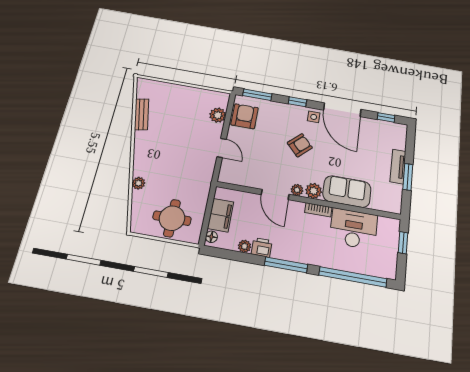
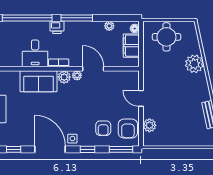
armchair: (300, 145) -> (103, 128), moved, turned -47
plant: (138, 183) -> (194, 64), width x1.88, depth x1.88
desk: (353, 229) -> (35, 53), width x0.73
printer: (262, 247) -> (57, 27), moved

